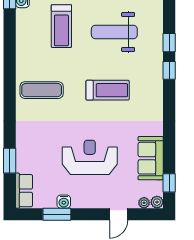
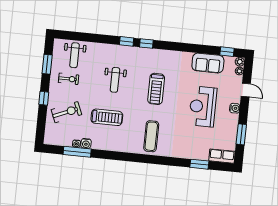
weight bench: (114, 32) -> (115, 80), width x0.73, depth x0.75
treadmill: (108, 90) -> (156, 89), turned 180
water cooler: (64, 202) -> (235, 108), moved

